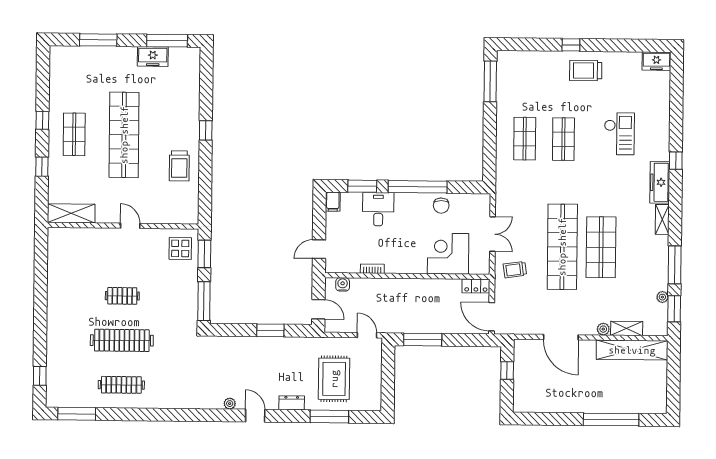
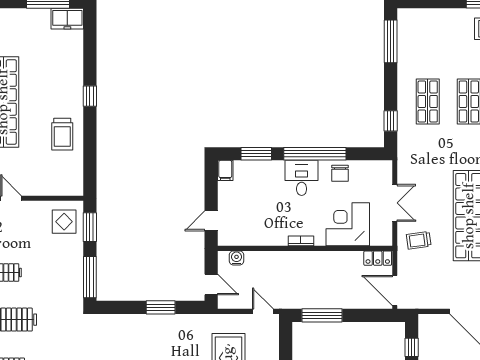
freezer: (153, 56) -> (67, 19), moved
window: (489, 157) -> (391, 121), added
desk: (378, 209) -> (302, 178), moved
bookcase: (372, 269) -> (301, 241), moved

